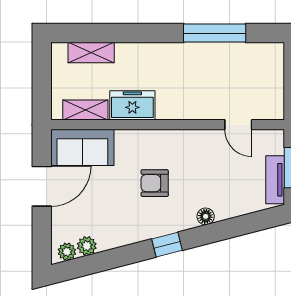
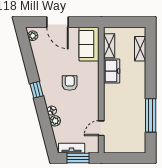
door: (42, 186) -> (57, 22), moved
plant: (87, 246) -> (55, 121), moved

